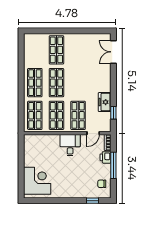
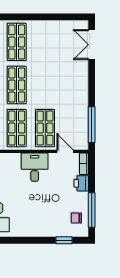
freezer: (105, 102) -> (80, 111), removed
window: (113, 113) -> (92, 125), width x2.17
door: (93, 133) -> (65, 151), swing flipped
window: (113, 165) -> (92, 210), moved

